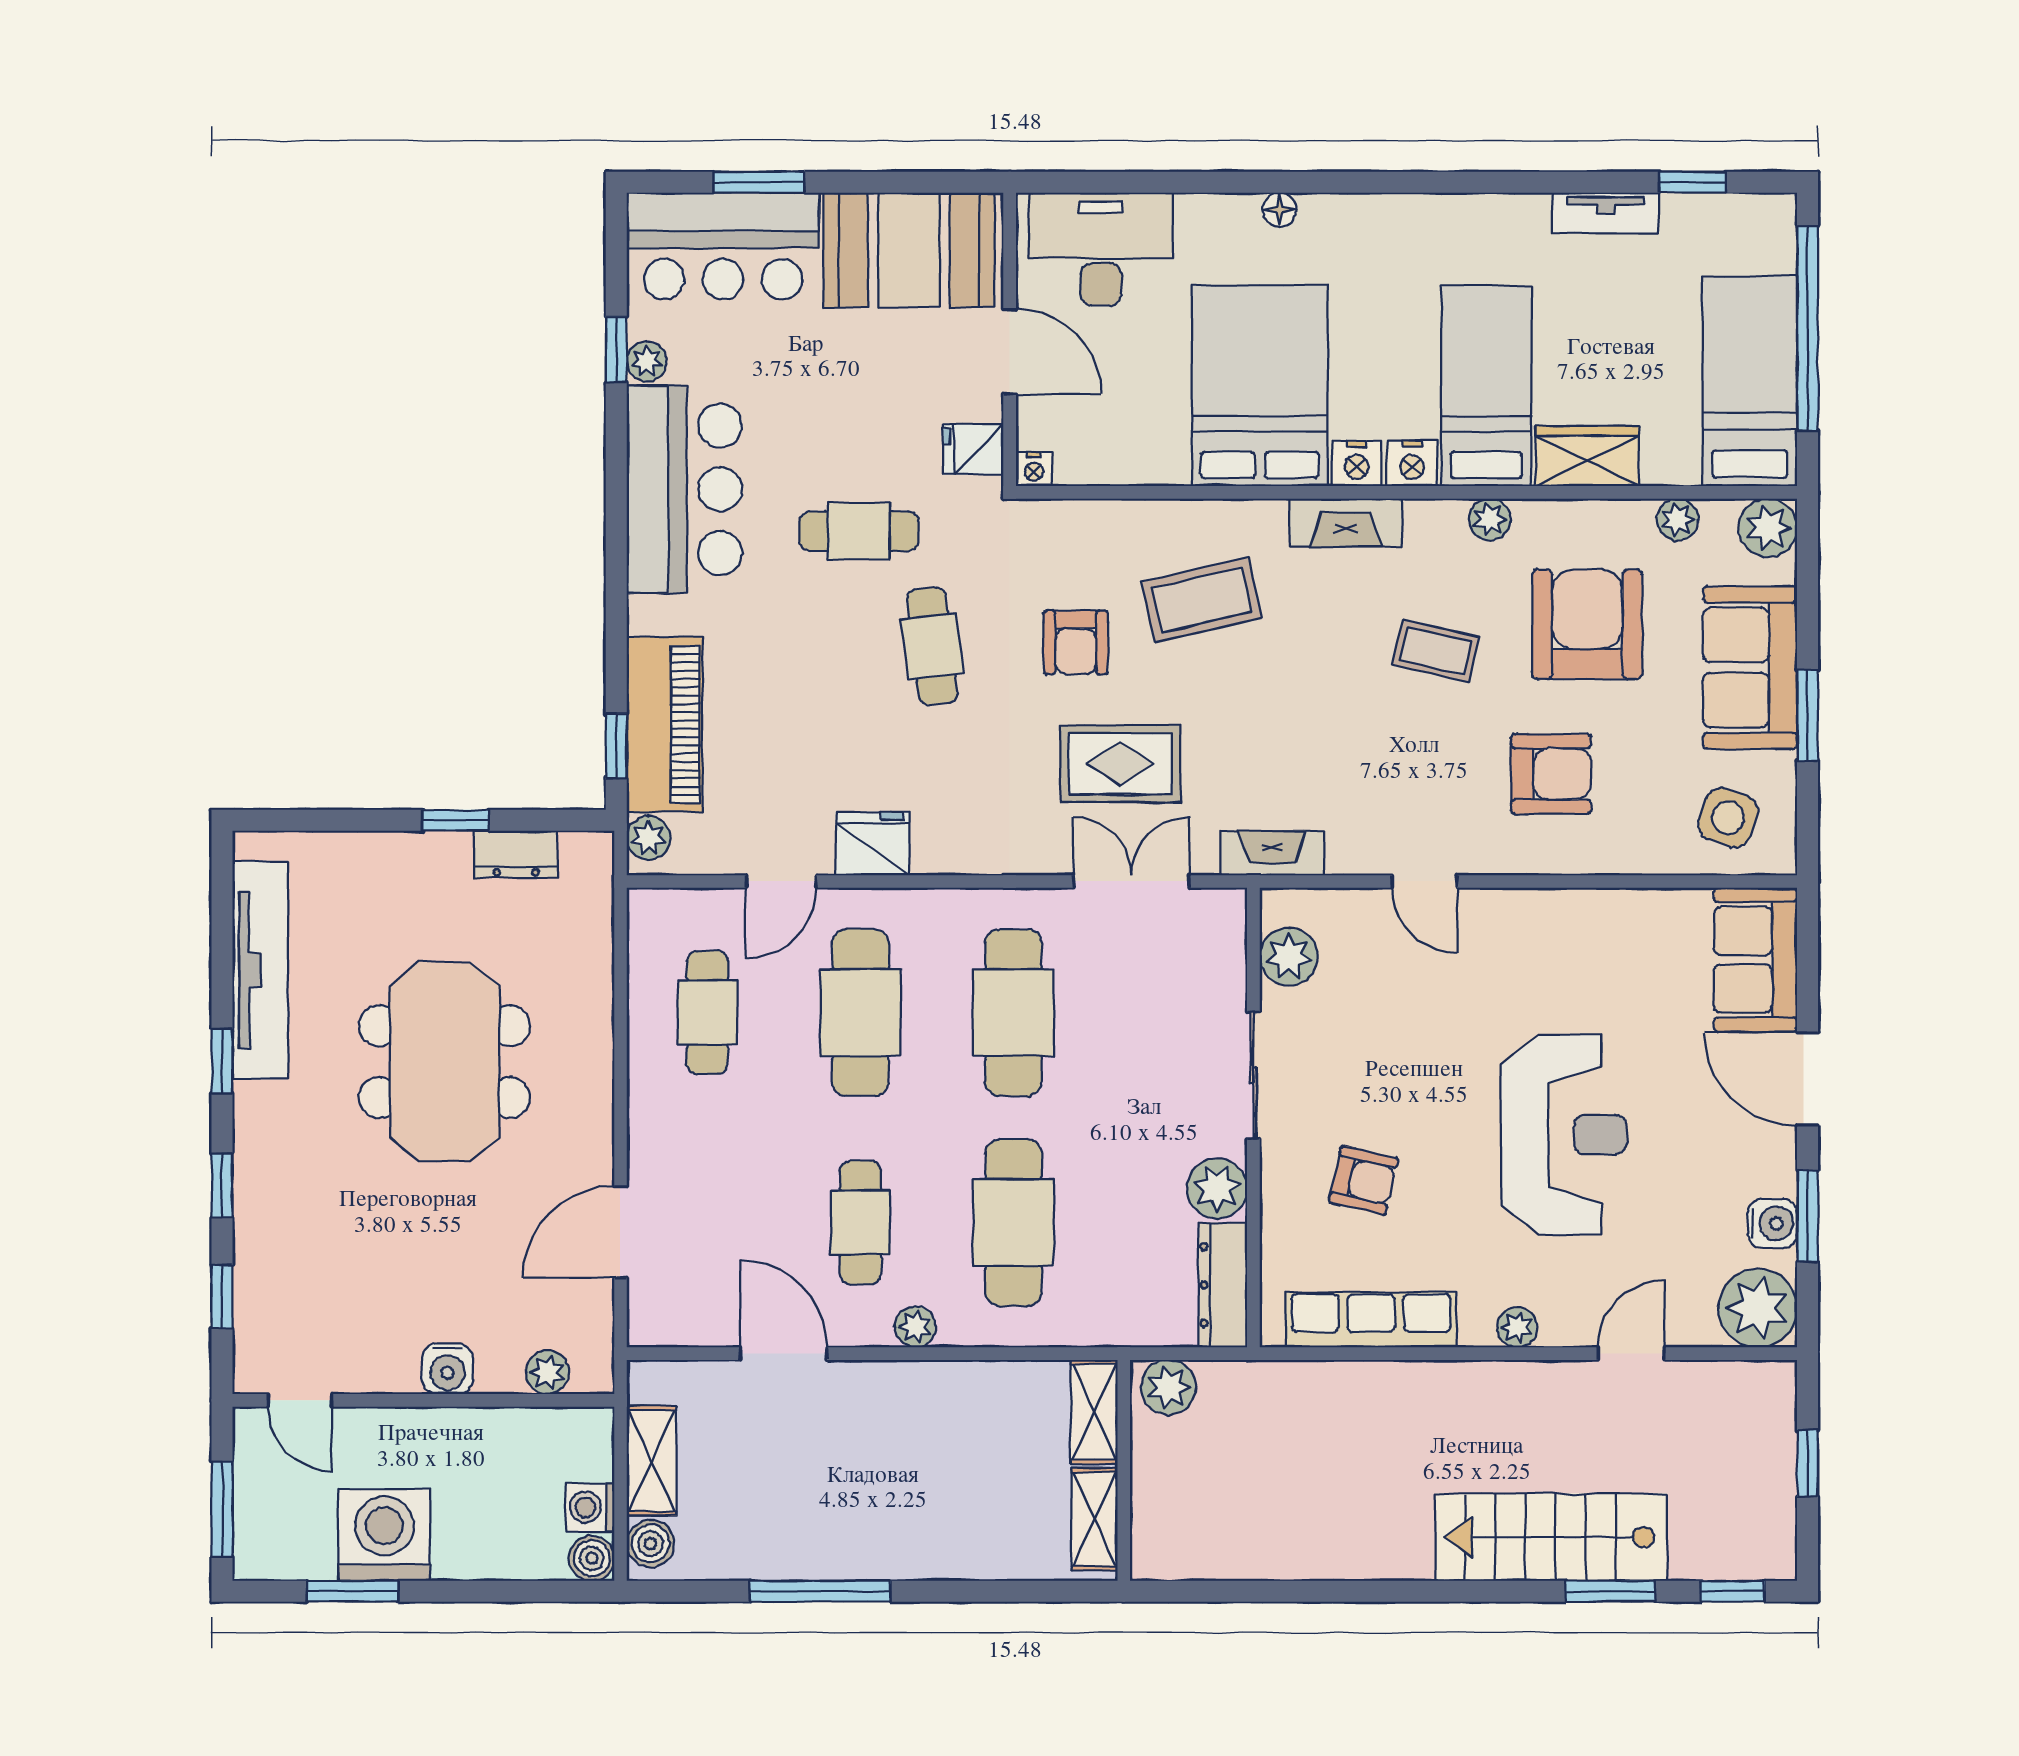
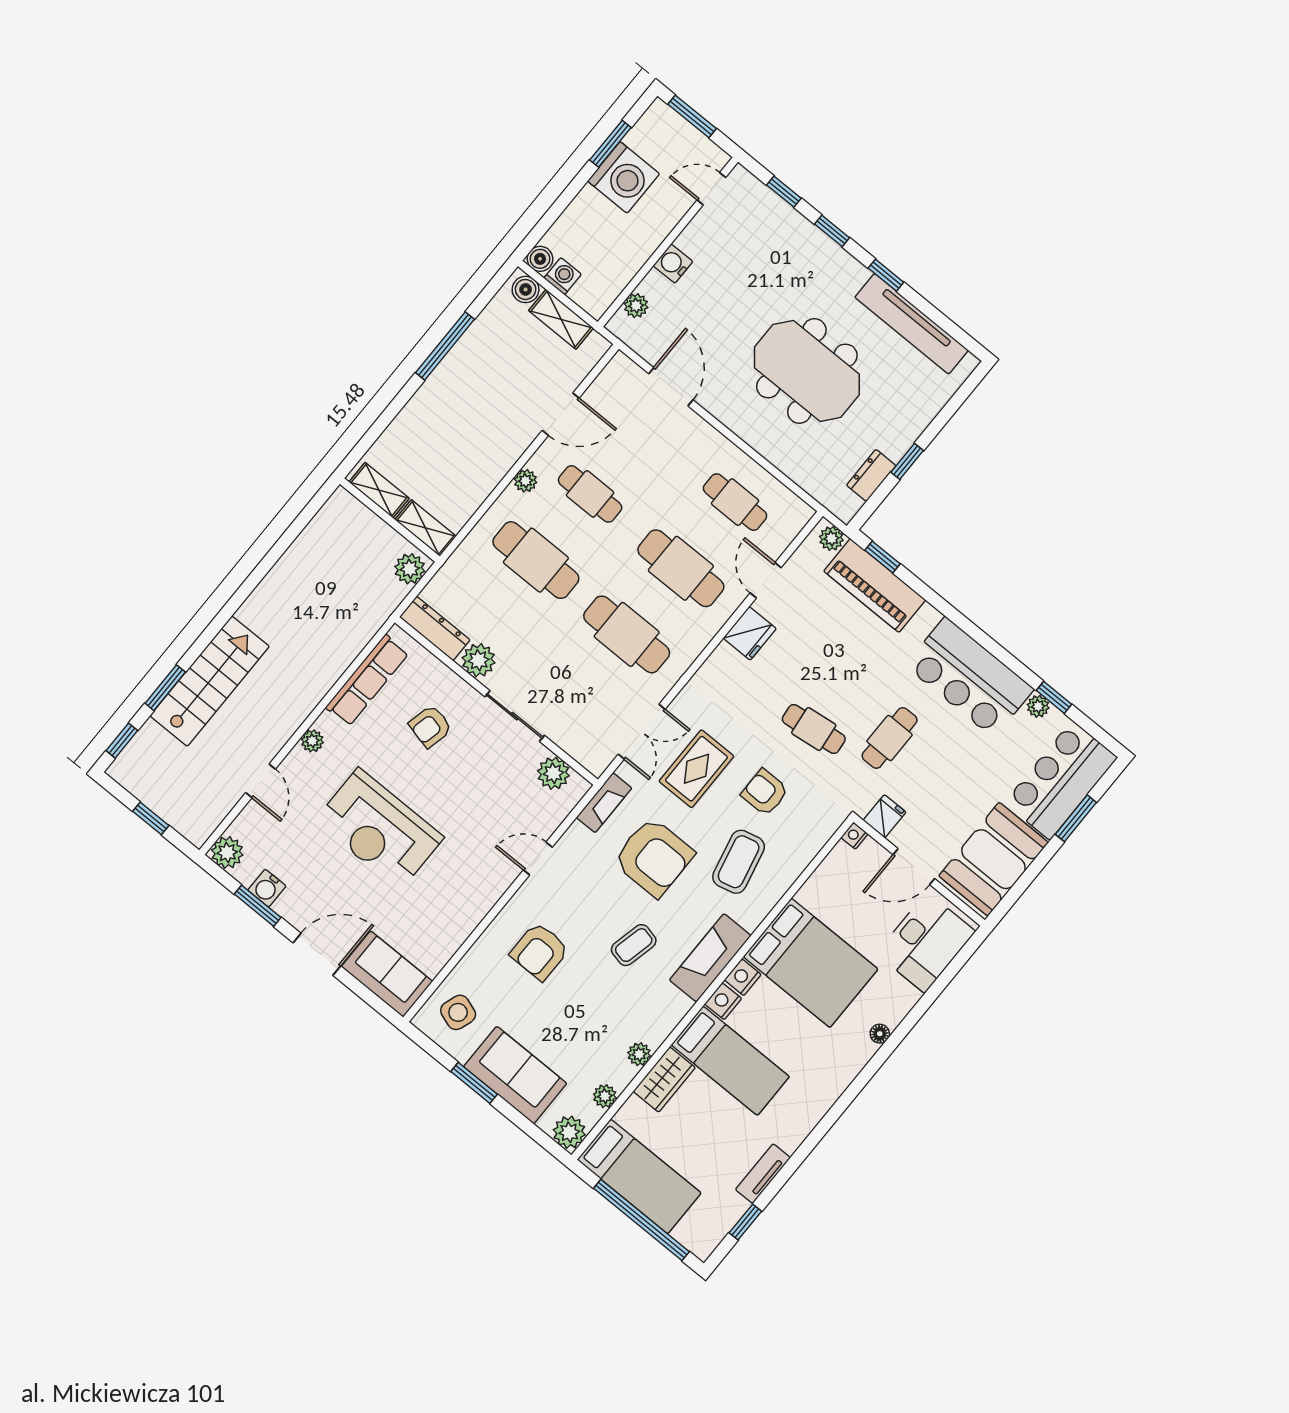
plant: (1490, 519) -> (639, 1054), moved
fireplace: (1346, 523) -> (710, 958), width x1.37, depth x1.32
armchair: (1587, 624) -> (654, 857), moved
plant: (1758, 1308) -> (227, 853), width x0.73, depth x0.73

